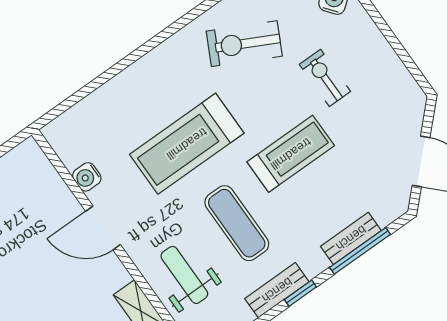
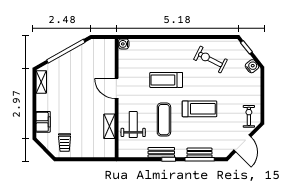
exercise bike: (325, 78) -> (249, 116), moved
treadmill: (187, 144) -> (166, 80), width x0.73, depth x0.73
water cooler: (87, 177) -> (124, 44), moved

